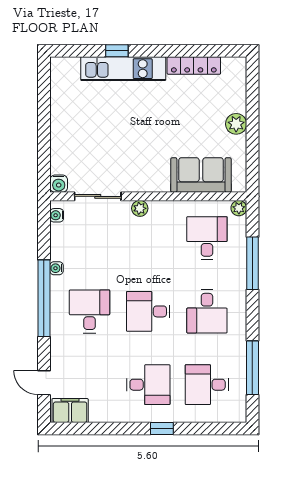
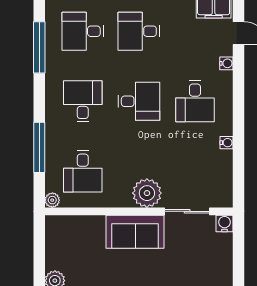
sofa: (201, 175) -> (135, 232), moved
plant: (140, 208) -> (147, 193), width x1.88, depth x1.88
water cooler: (57, 215) -> (226, 63), moved
window: (44, 298) -> (239, 114), removed
desk: (207, 385) -> (83, 31), turned 180

